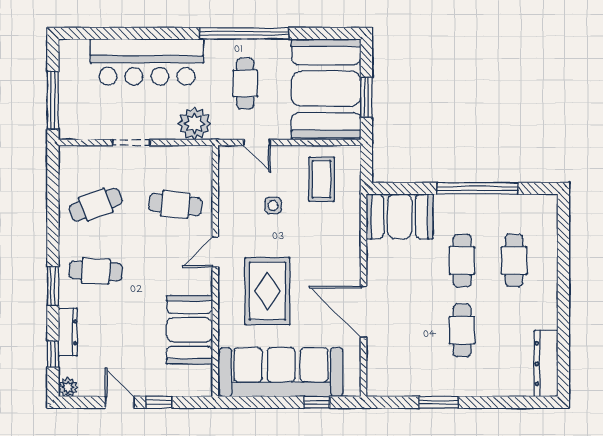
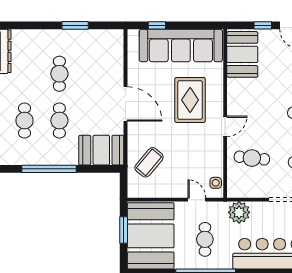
coffee table: (322, 179) -> (149, 162), moved, turned 40
side table: (273, 205) -> (216, 183), moved
door: (364, 312) -> (126, 104), moved
booth: (190, 330) -> (242, 54), moved

